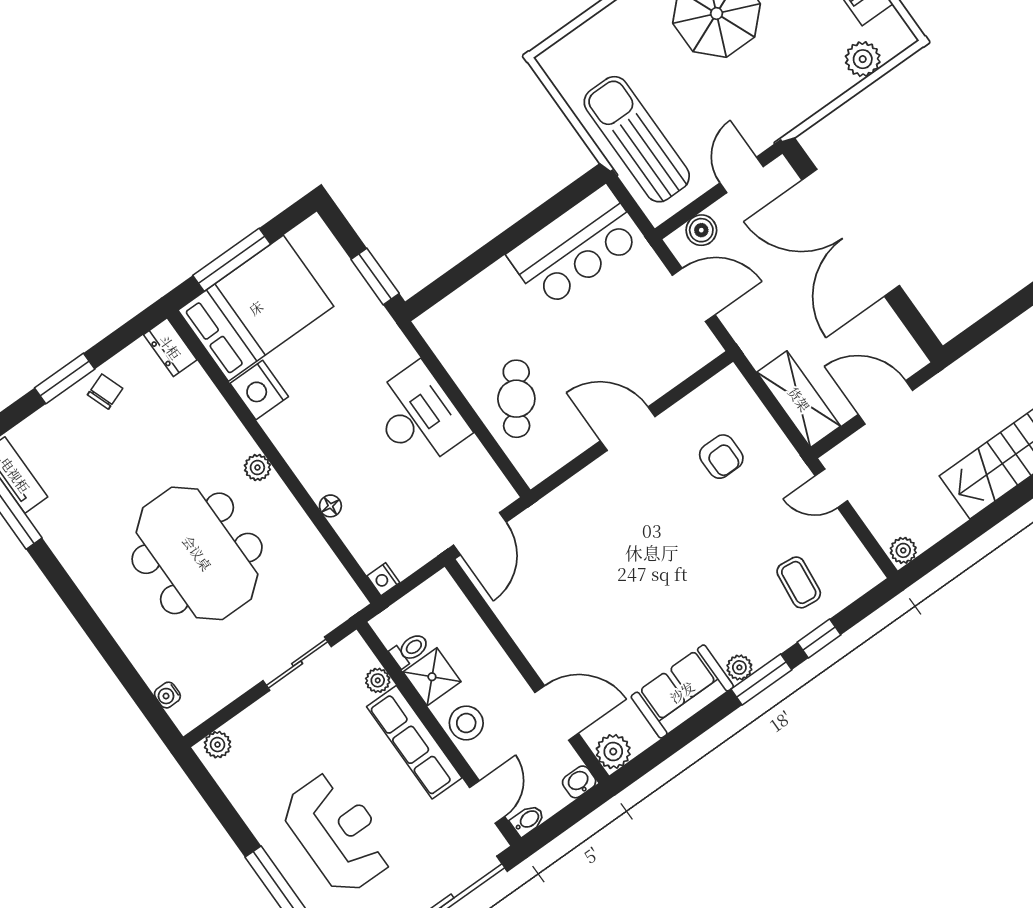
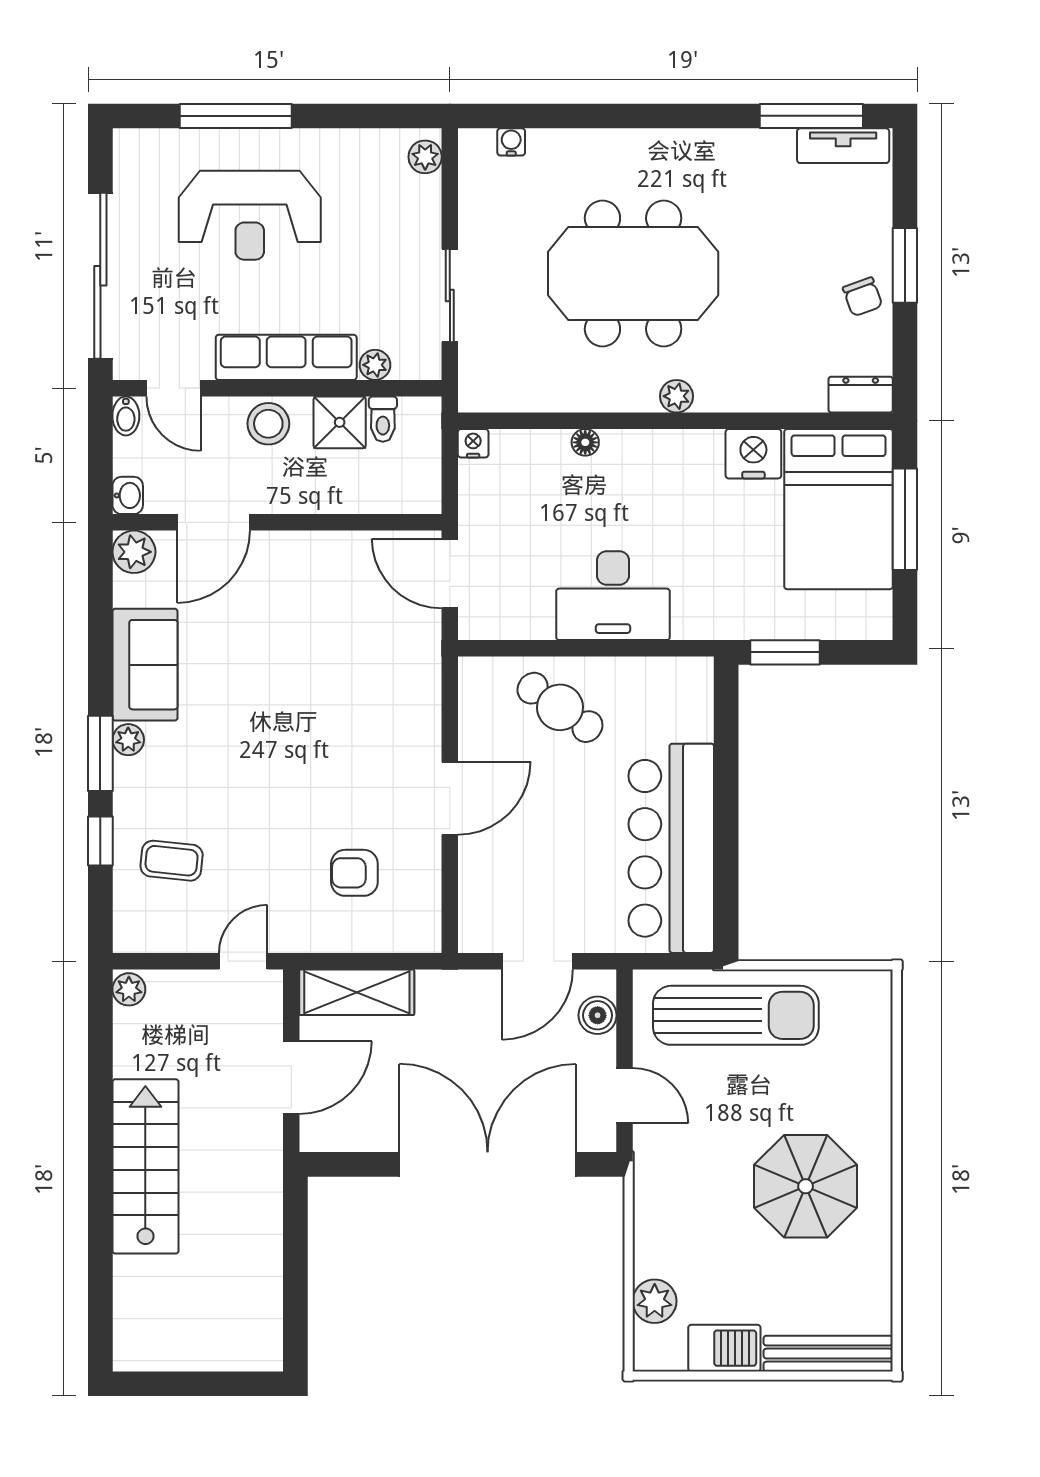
bar counter: (575, 247) -> (671, 848), width x1.36

